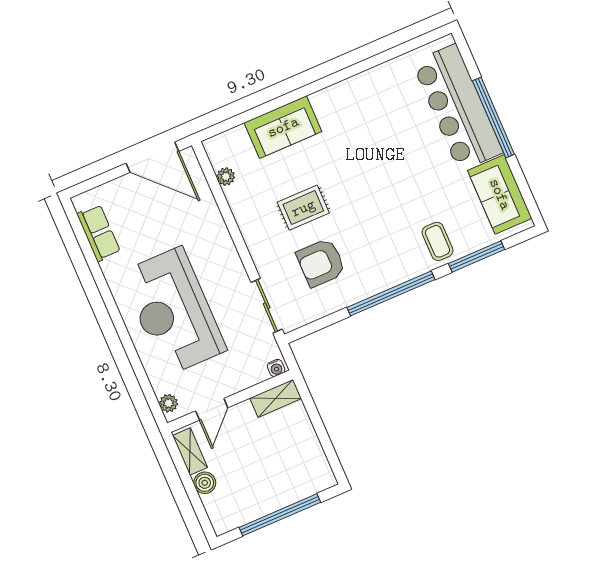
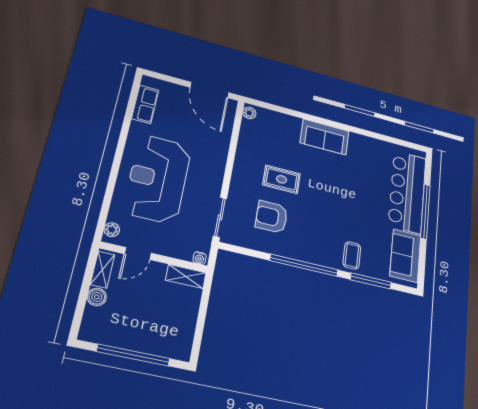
sofa: (283, 127) -> (325, 137), moved
plant: (226, 177) -> (249, 113), moved

